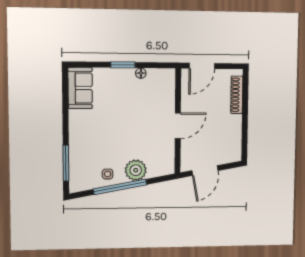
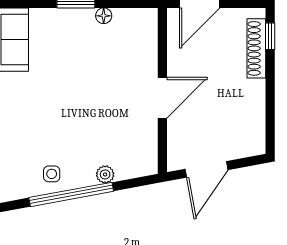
window: (245, 87) -> (270, 36), added
plant: (136, 170) -> (105, 174), width x0.53, depth x0.53

